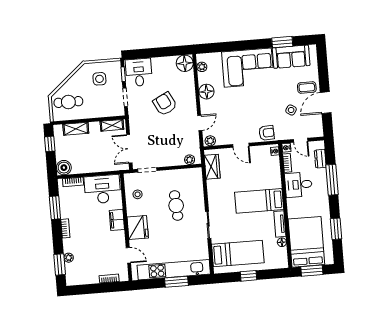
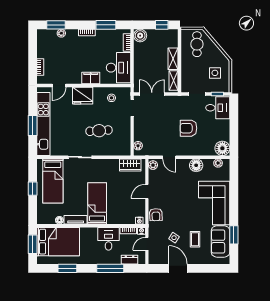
coffee table: (307, 88) -> (195, 239), moved
armchair: (165, 104) -> (188, 128), turned -153
shelving: (76, 129) -> (173, 59), moved

